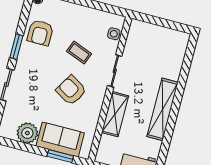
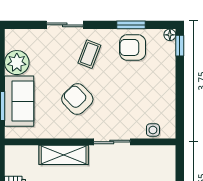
window: (16, 47) -> (131, 25), moved
coffee table: (79, 53) -> (89, 54), moved
armchair: (71, 90) -> (77, 99), turned -75

